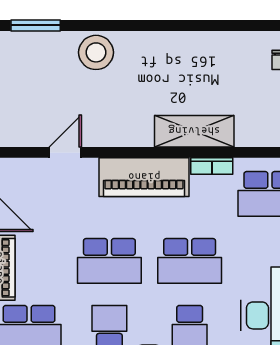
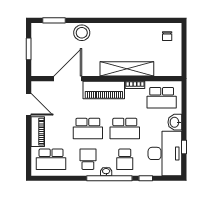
shelving: (194, 131) -> (127, 69), width x1.47
door: (65, 152) -> (68, 79), width x1.87

